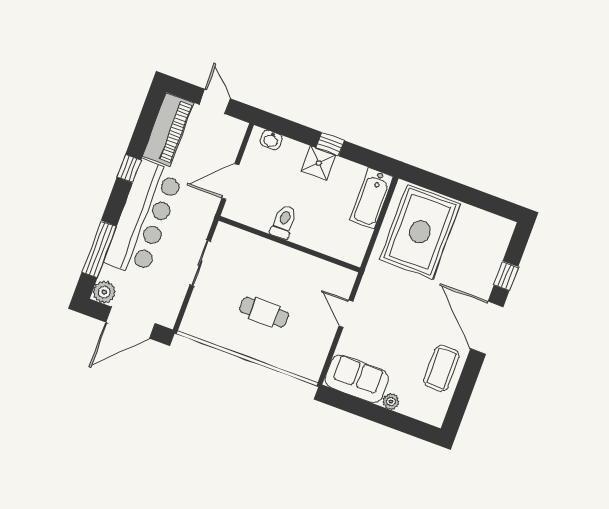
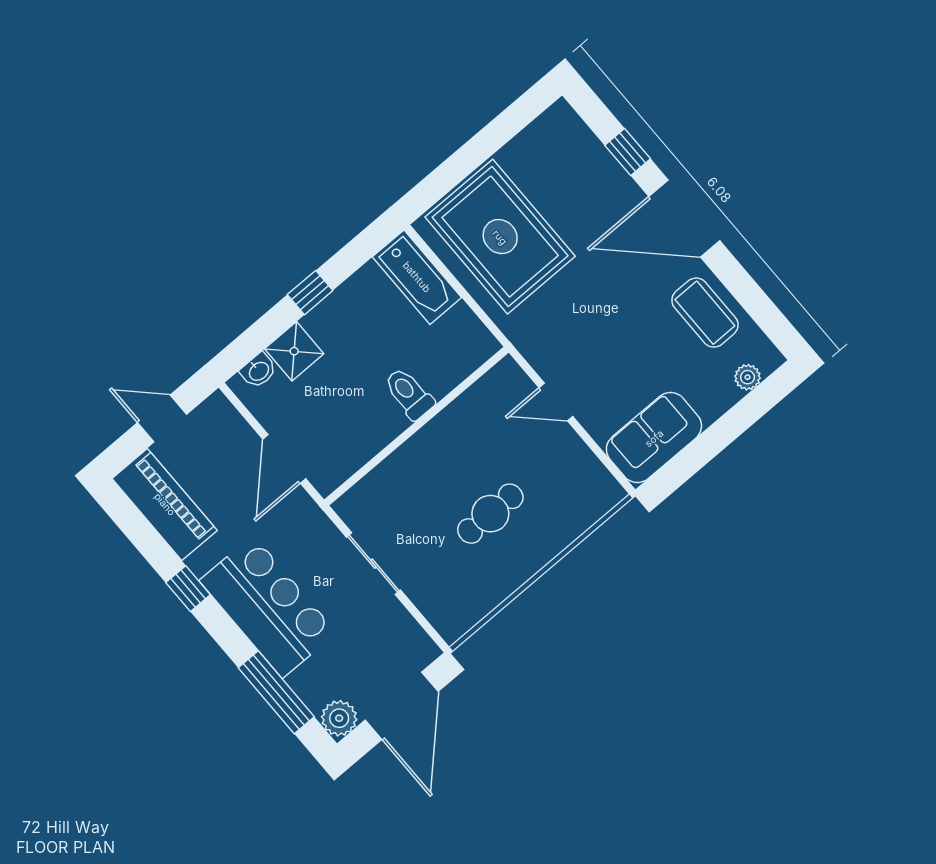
shower: (319, 163) -> (294, 351), moved
bar counter: (144, 218) -> (268, 607), width x0.73
toilet: (283, 222) -> (409, 394), moved
plant: (391, 401) -> (748, 377), moved

